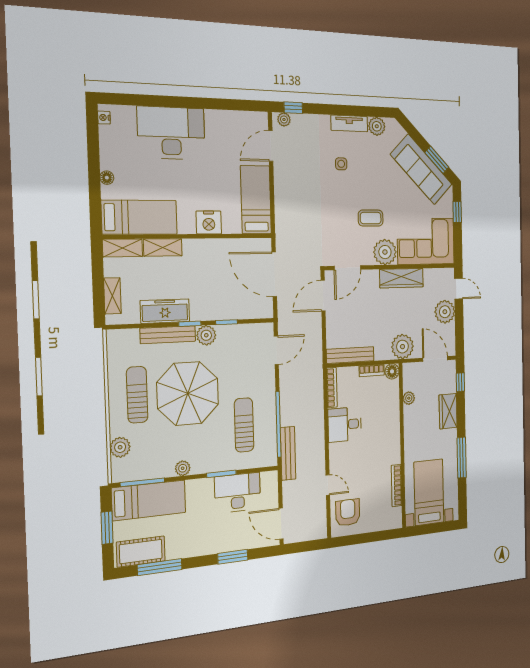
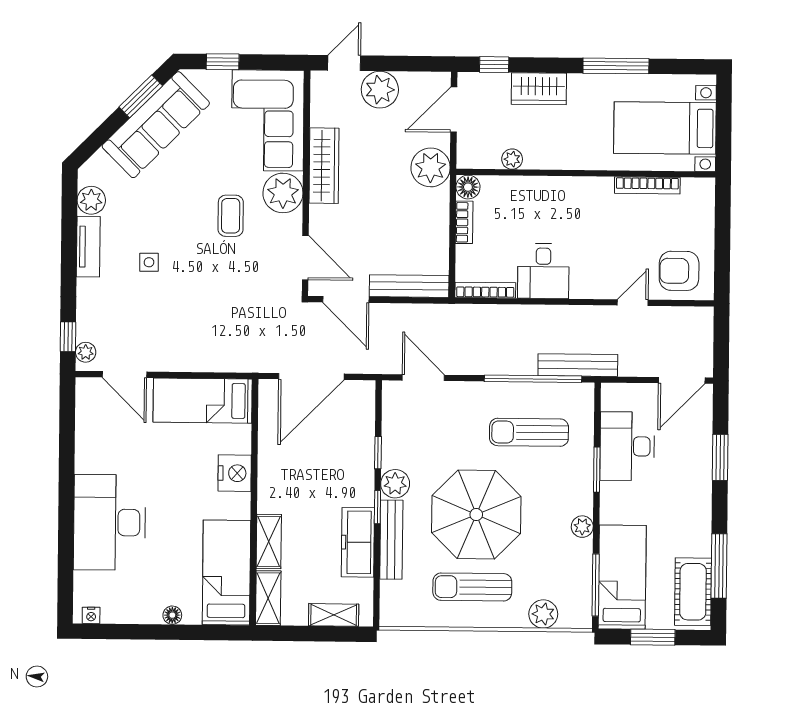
bench: (350, 355) -> (409, 286), moved, turned 90

